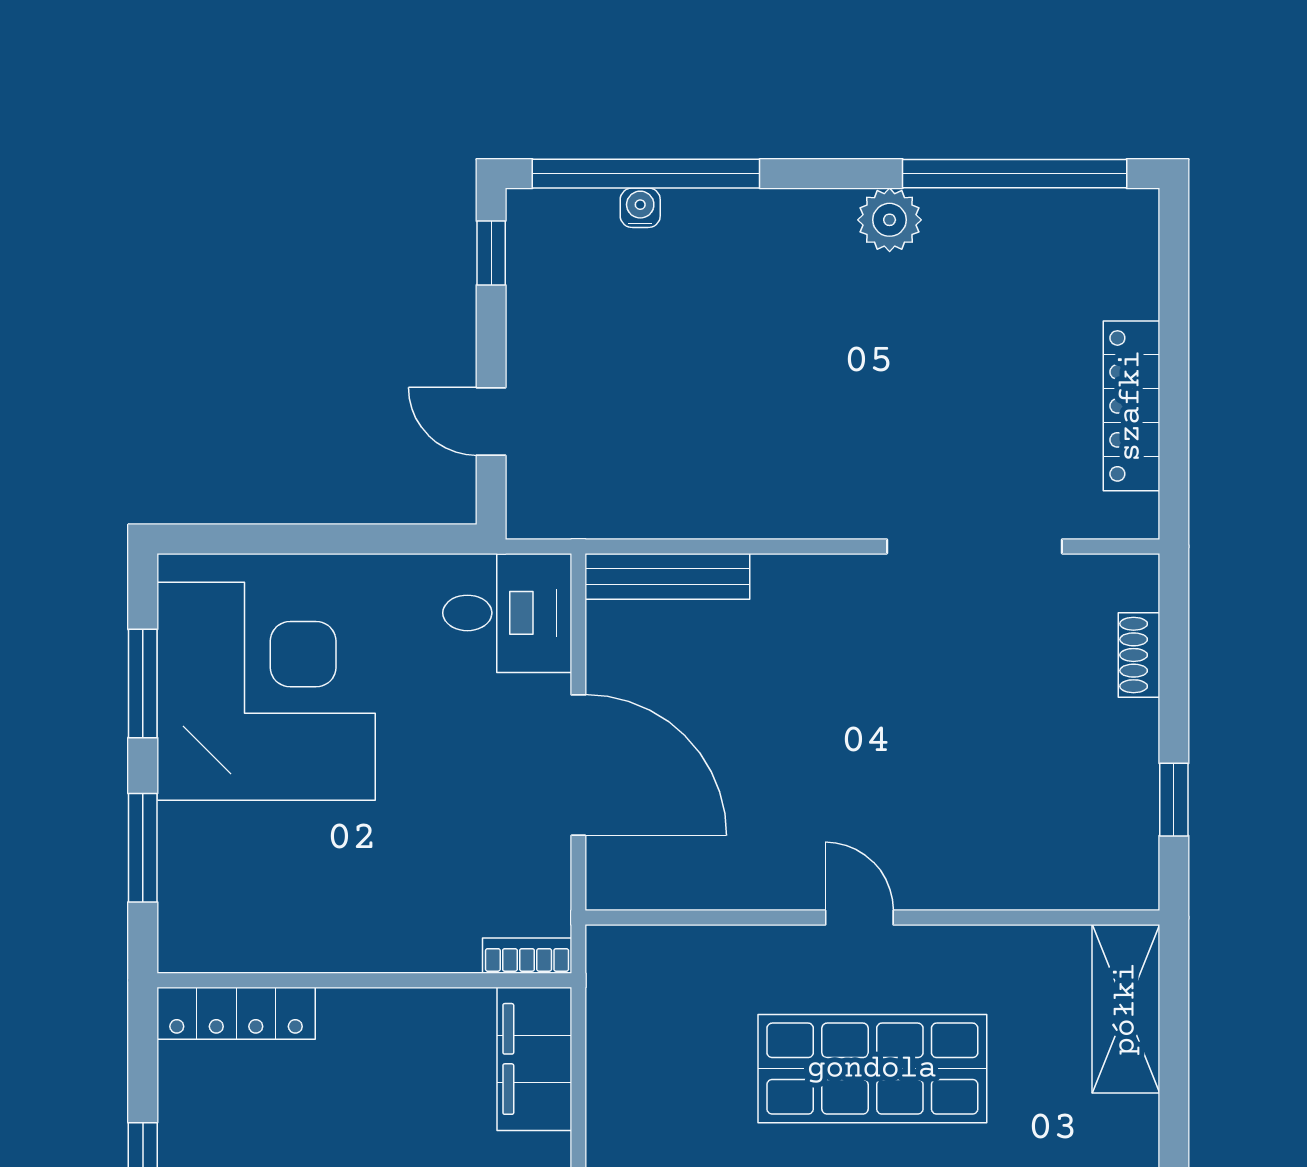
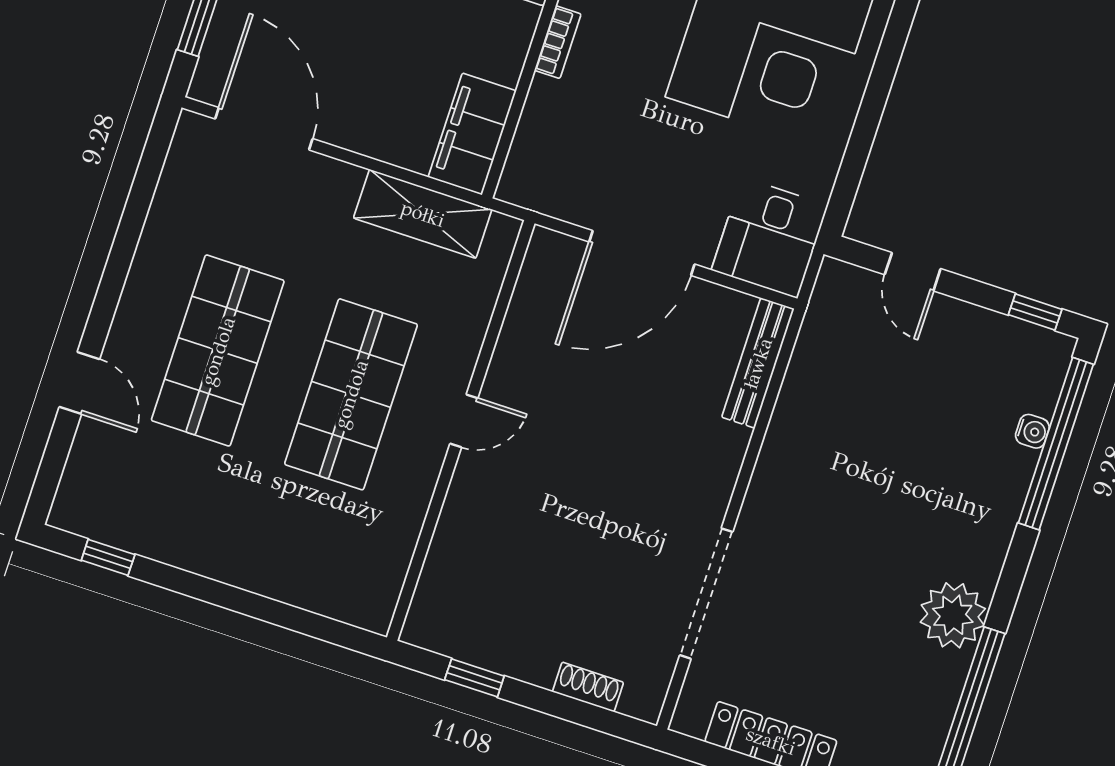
plant: (890, 220) -> (953, 615), width x1.36, depth x1.36
door: (491, 421) -> (913, 272), swing flipped
bookcase: (527, 956) -> (558, 42), moved
shelving: (1126, 1009) -> (423, 214), moved
filing cabinet: (534, 1059) -> (472, 134), moved, turned -90

